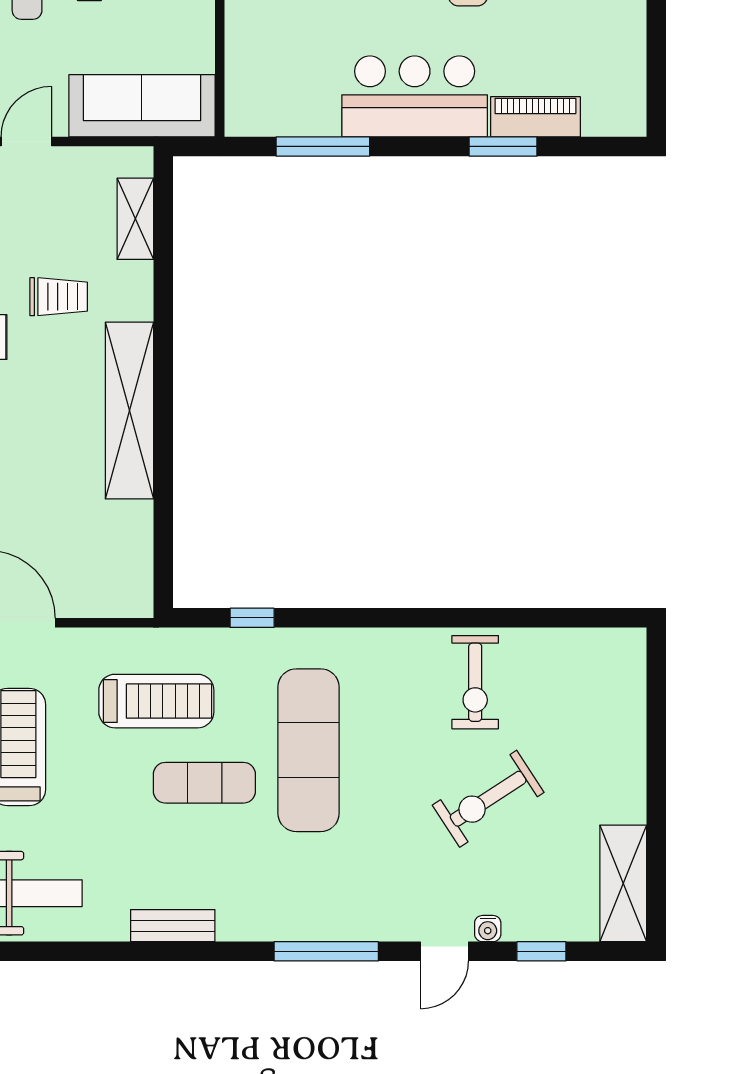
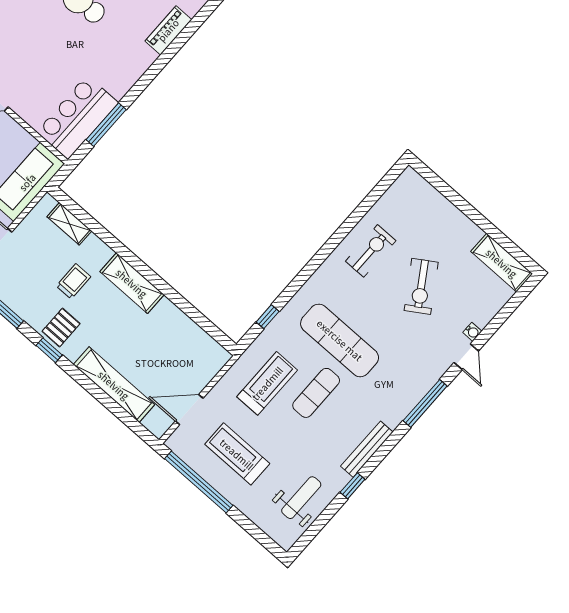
bar counter: (415, 96) -> (77, 117), moved
window: (503, 146) -> (169, 53), removed
shelving: (129, 411) -> (132, 283), width x0.68
exercise bike: (475, 682) -> (371, 251), turned -90
bench: (173, 926) -> (367, 449), width x1.36
window: (541, 951) -> (353, 486), moved

